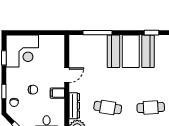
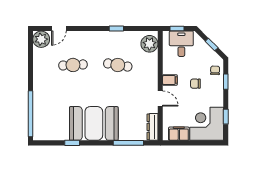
filing cabinet: (49, 41) -> (179, 134), added
door: (67, 75) -> (160, 98), swing flipped
dresser: (74, 106) -> (153, 127), moved

